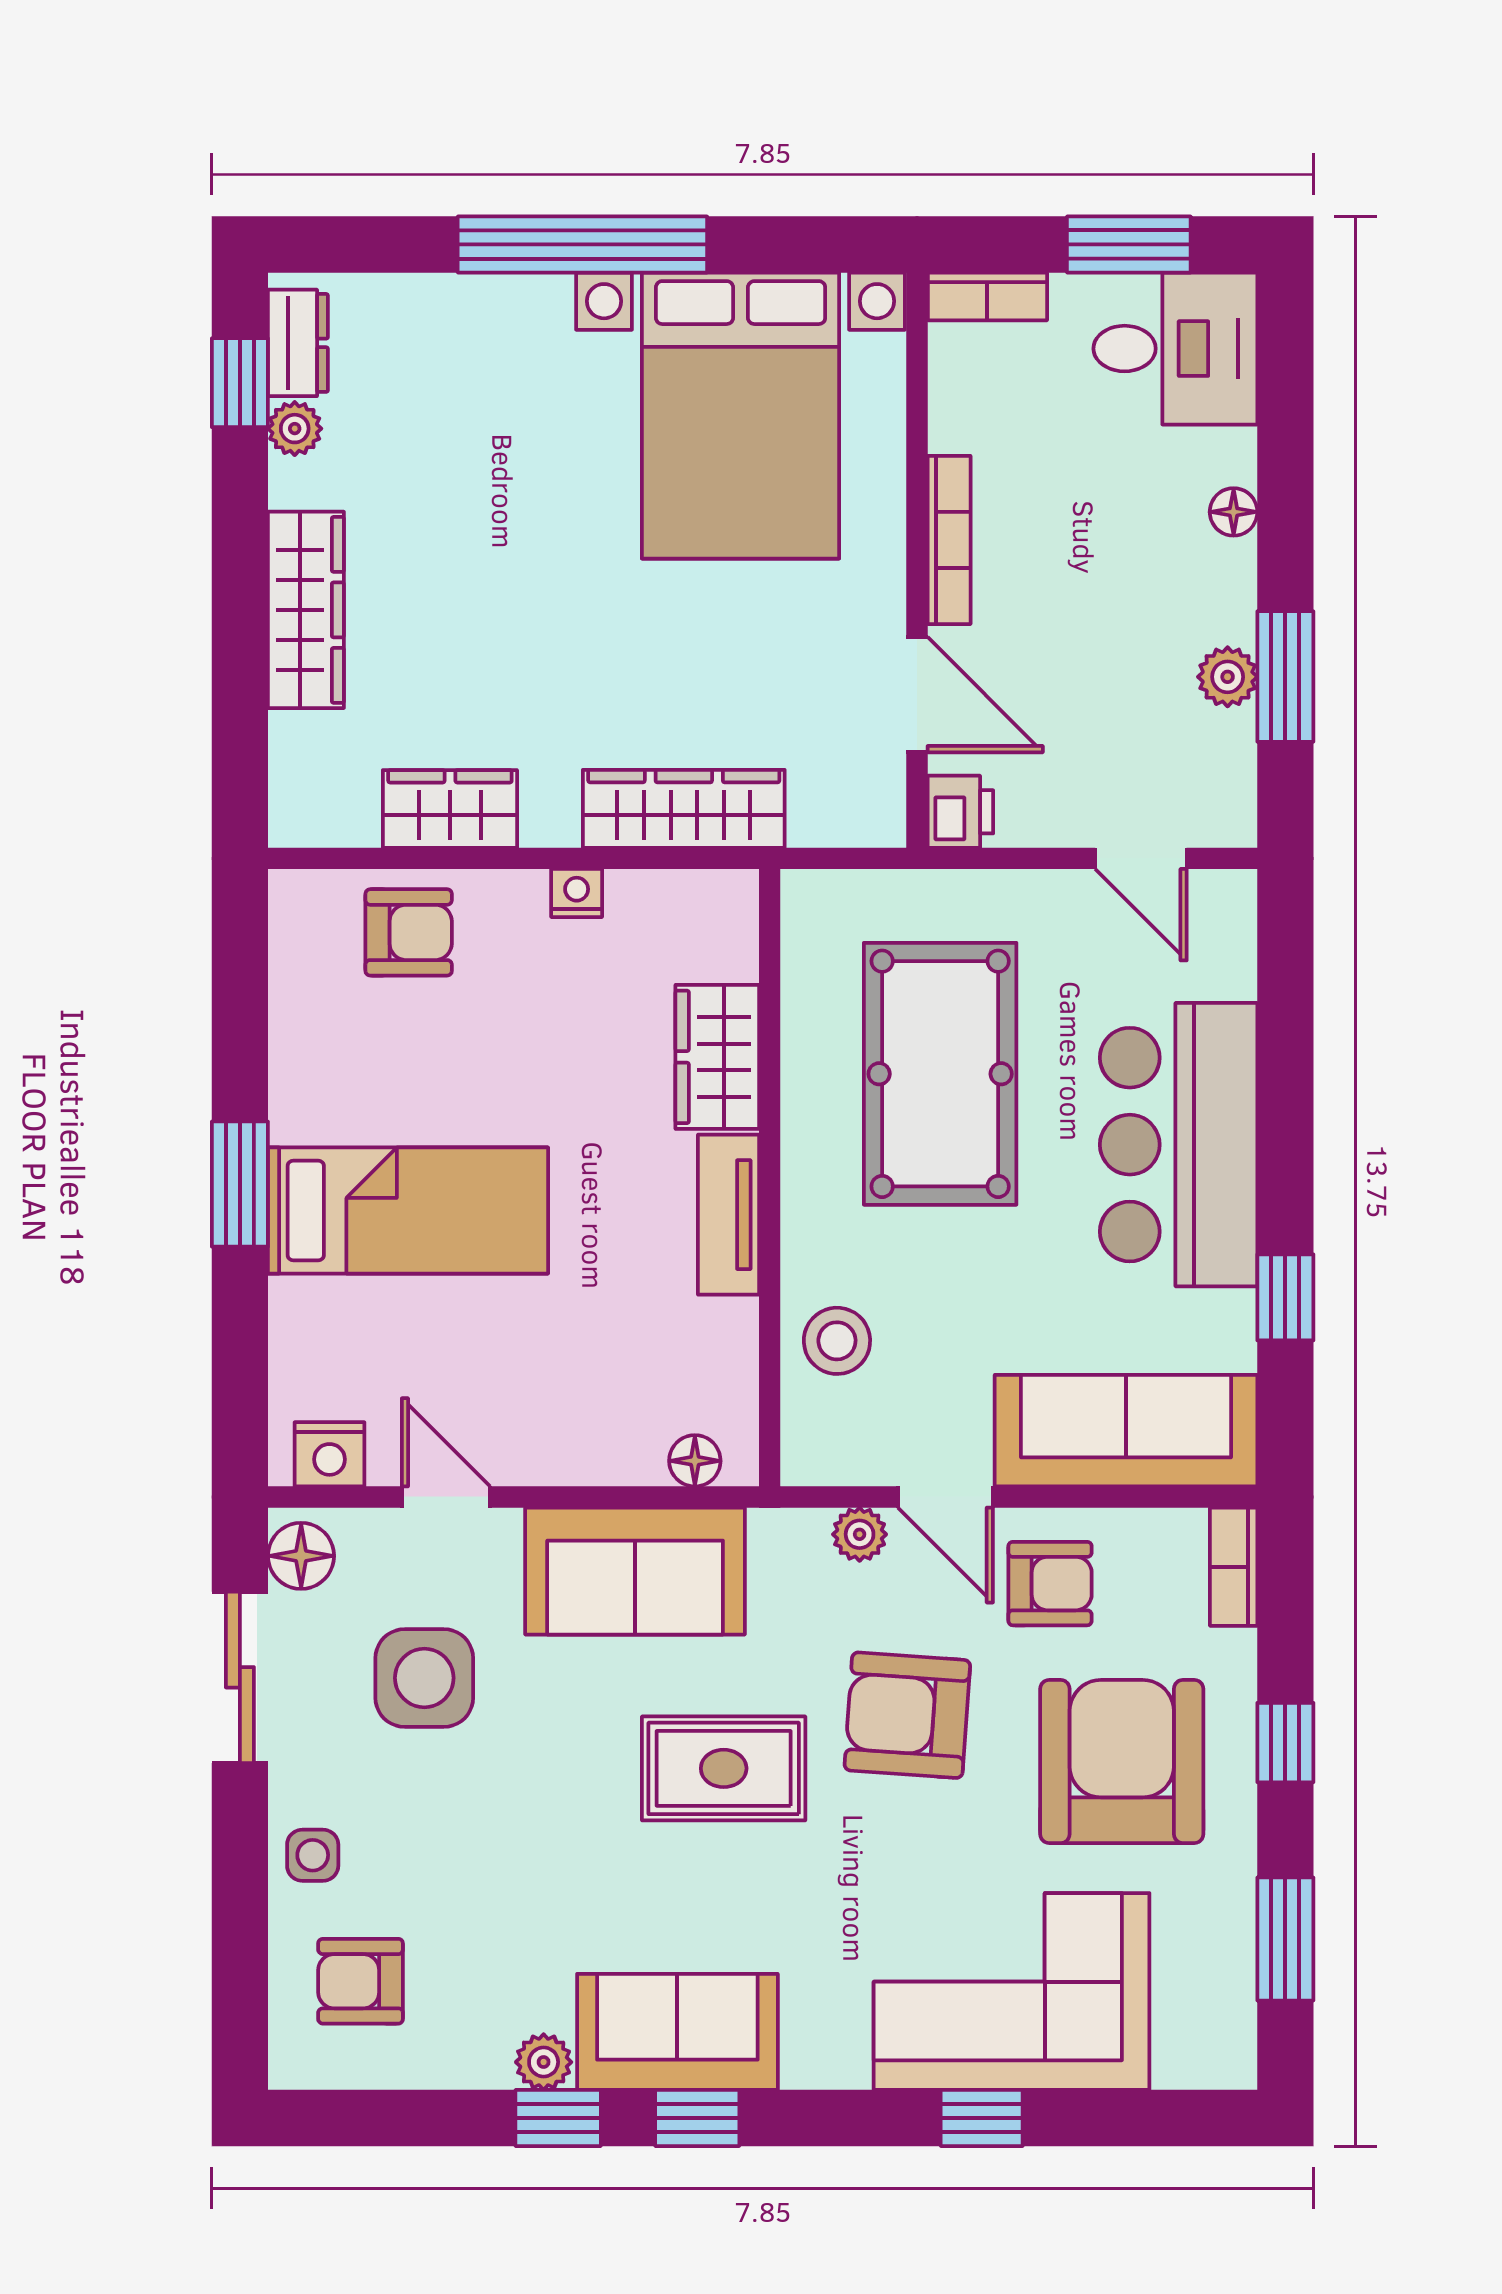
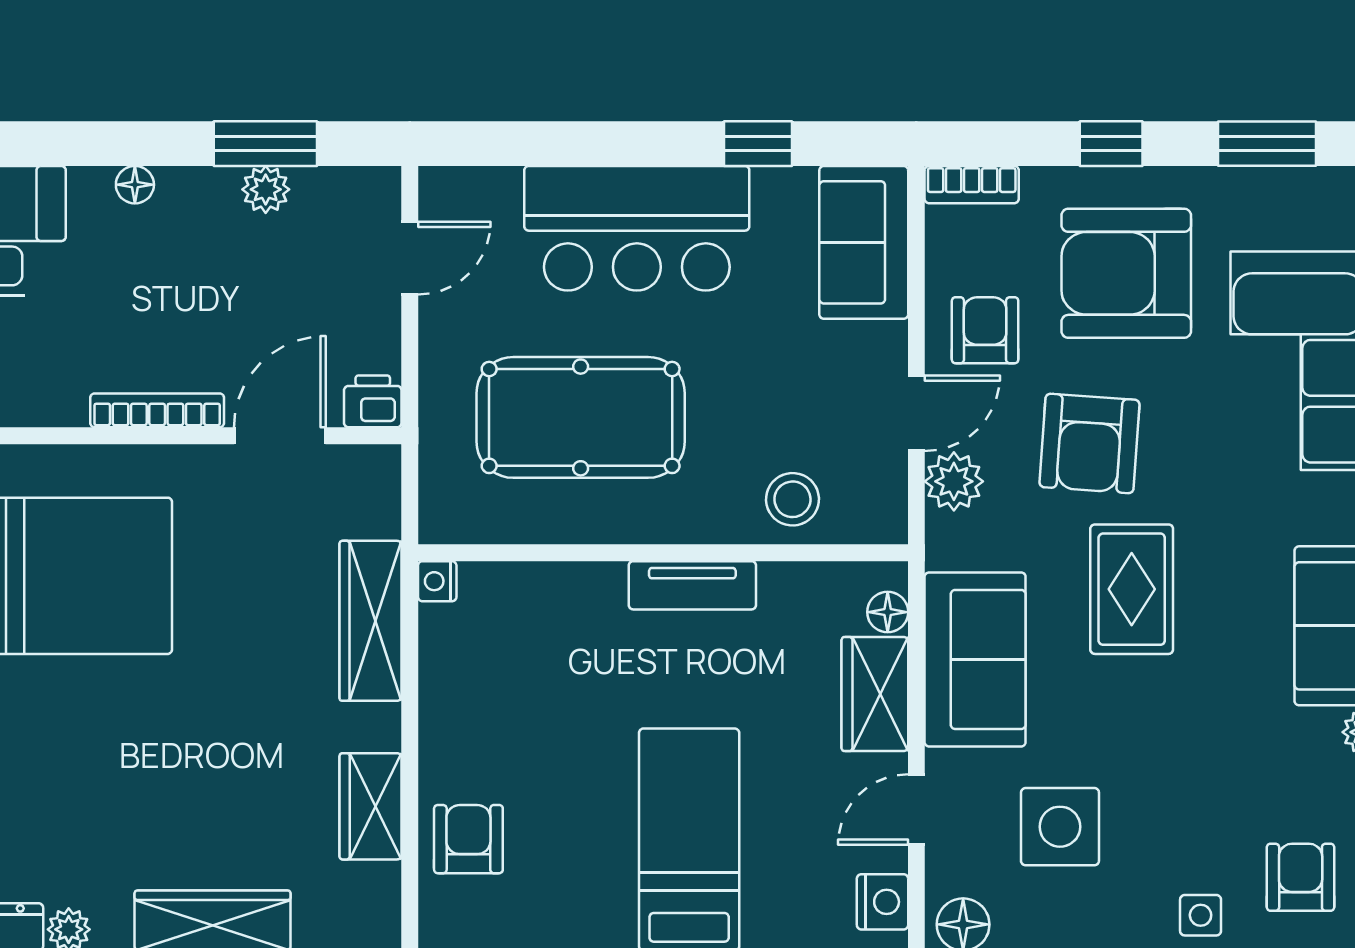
nightstand: (577, 893) -> (437, 581), moved
wardrobe: (717, 1057) -> (875, 694), moved, turned 90
sofa: (1126, 1431) -> (864, 242), width x0.73
plant: (860, 1534) -> (954, 481), width x1.38, depth x1.38
armchair: (361, 1981) -> (1301, 877), turned 180

